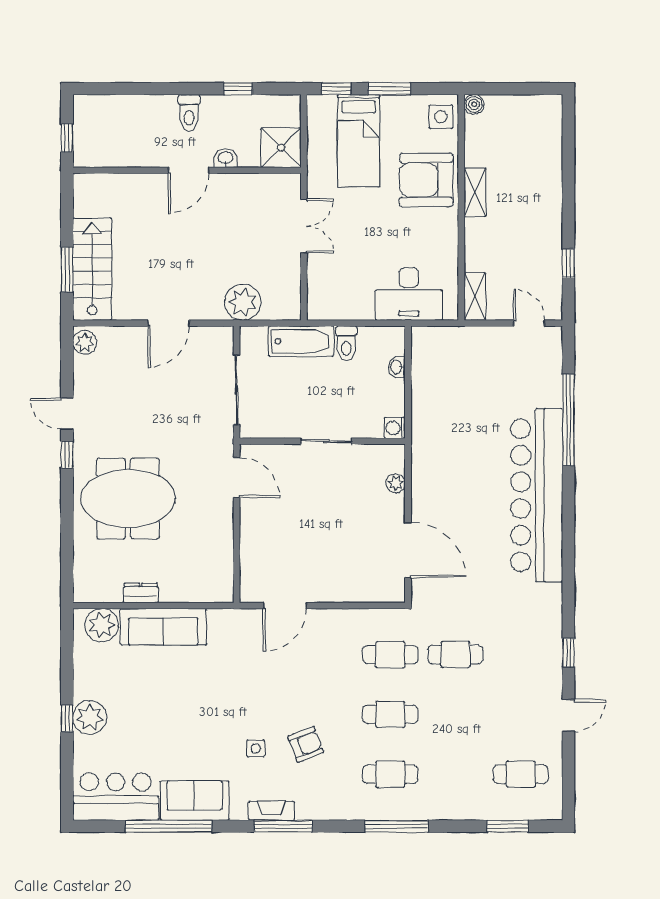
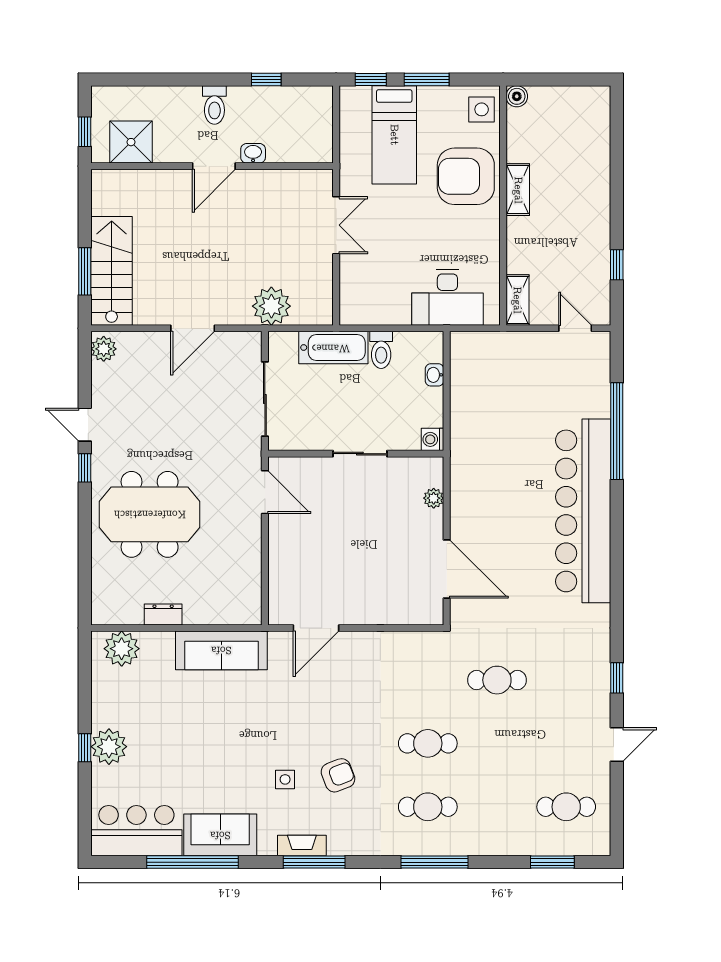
shower: (281, 148) -> (131, 142), moved
sofa: (163, 627) -> (221, 650), moved
cafe table: (390, 655) -> (428, 680), removed

